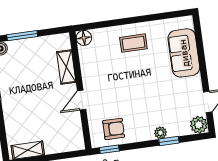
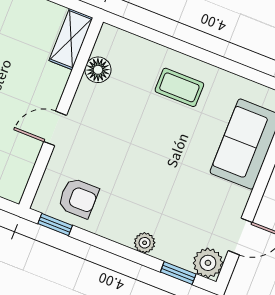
floor lamp: (84, 38) -> (98, 70), moved
shelving: (66, 67) -> (71, 39), moved
window: (169, 141) -> (178, 273), moved

